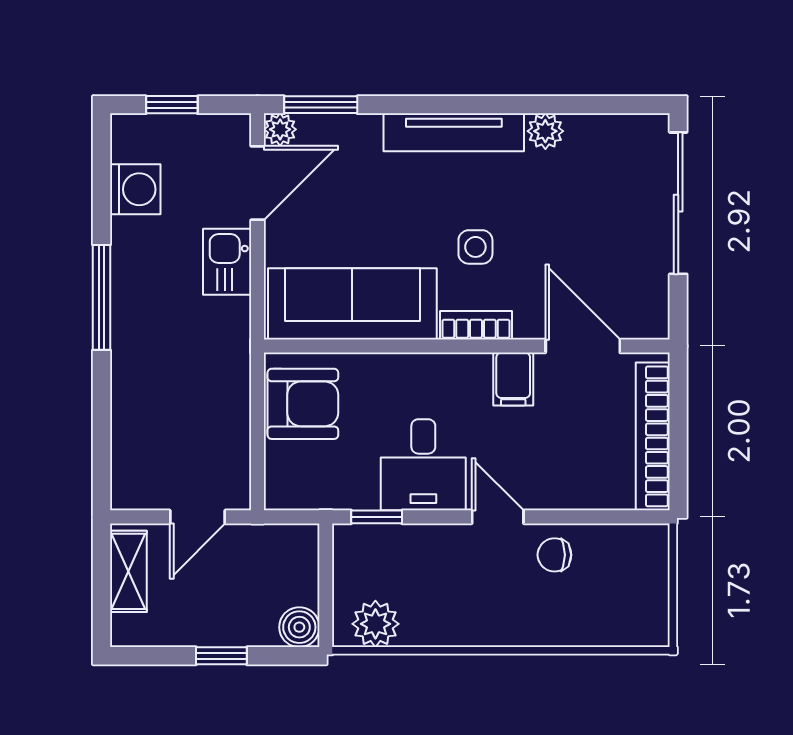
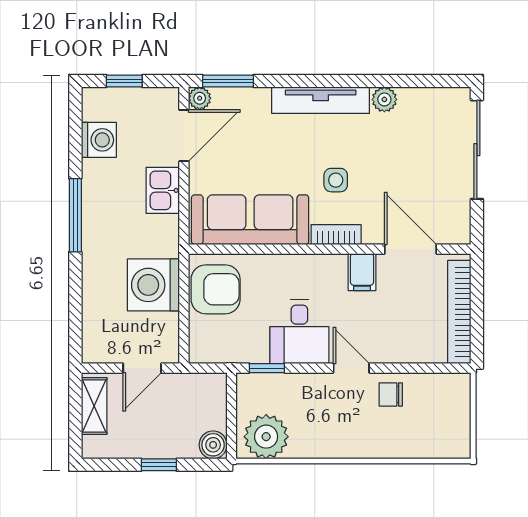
washing machine: (214, 398) -> (153, 285), added
plant: (375, 624) -> (266, 437), width x1.36, depth x1.36

